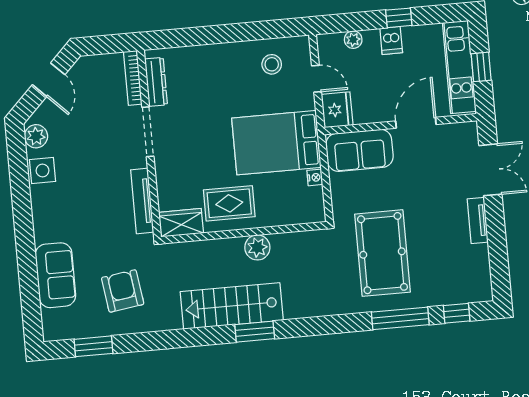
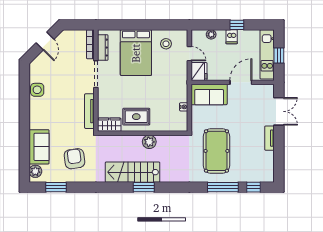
plant: (36, 136) -> (35, 171), moved
bed: (276, 143) -> (136, 53), moved, turned -90

